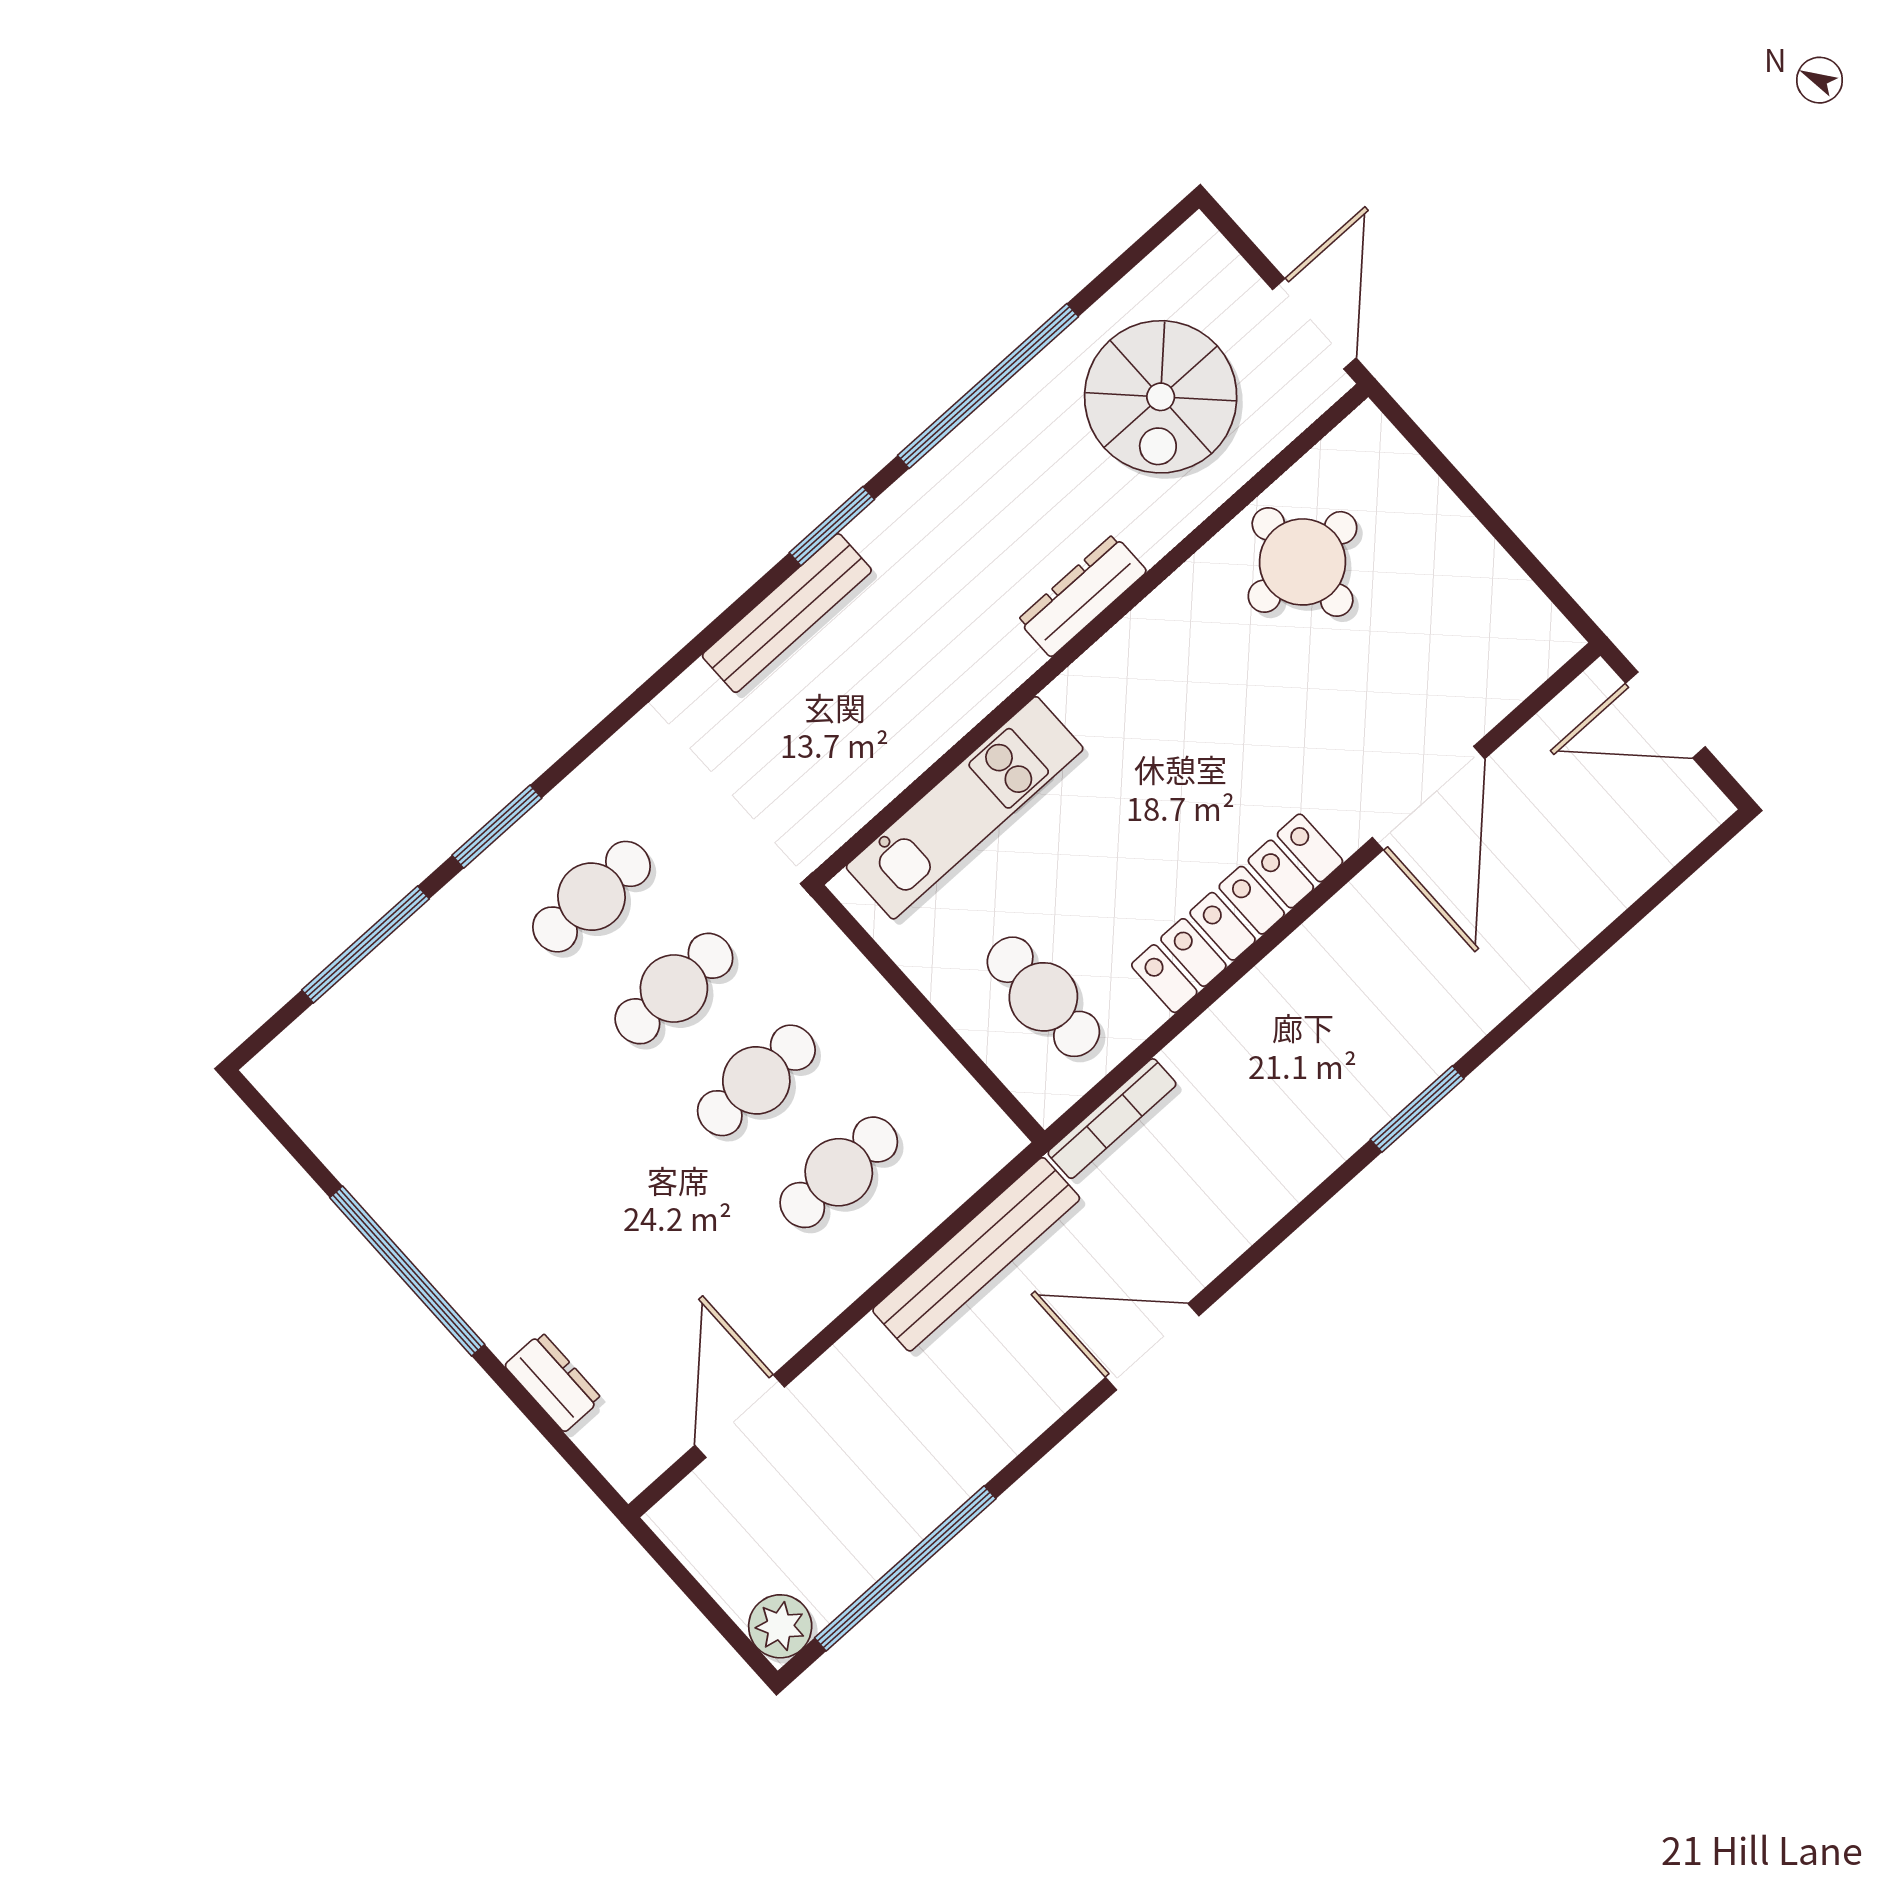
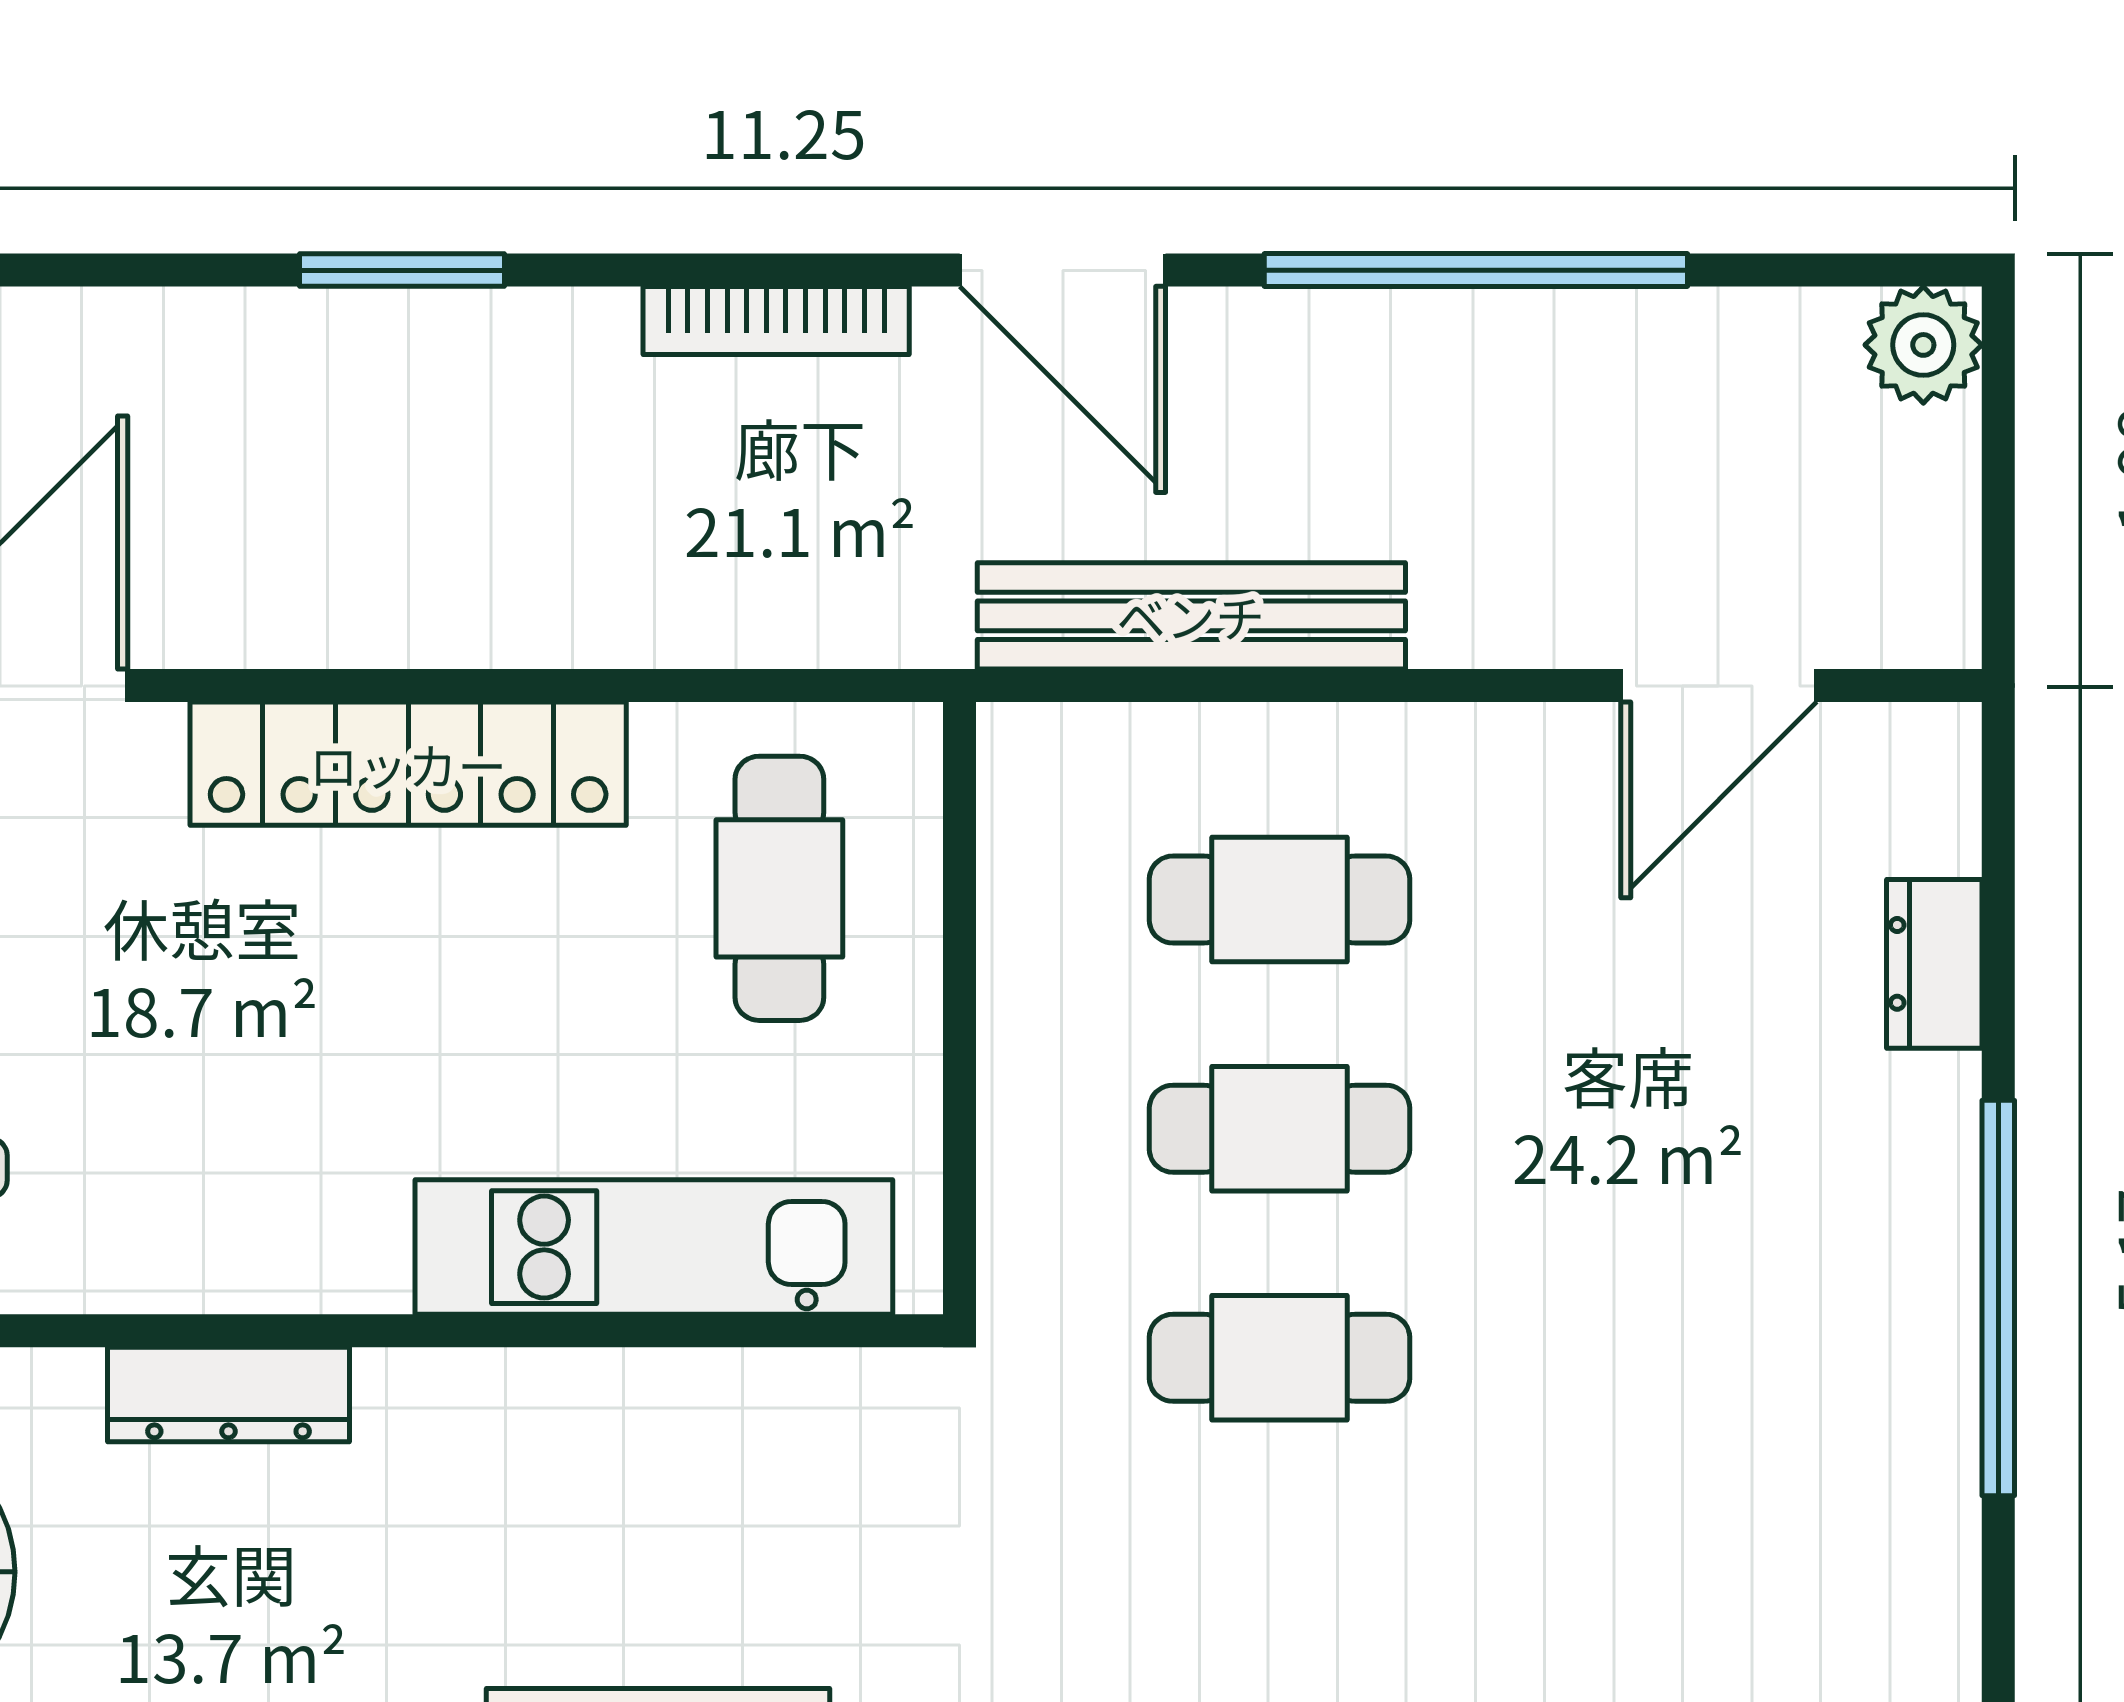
cafe table: (591, 897) -> (1279, 1587), removed
bookcase: (1112, 1119) -> (776, 320), moved, turned 180
window: (905, 1568) -> (1476, 270), moved

